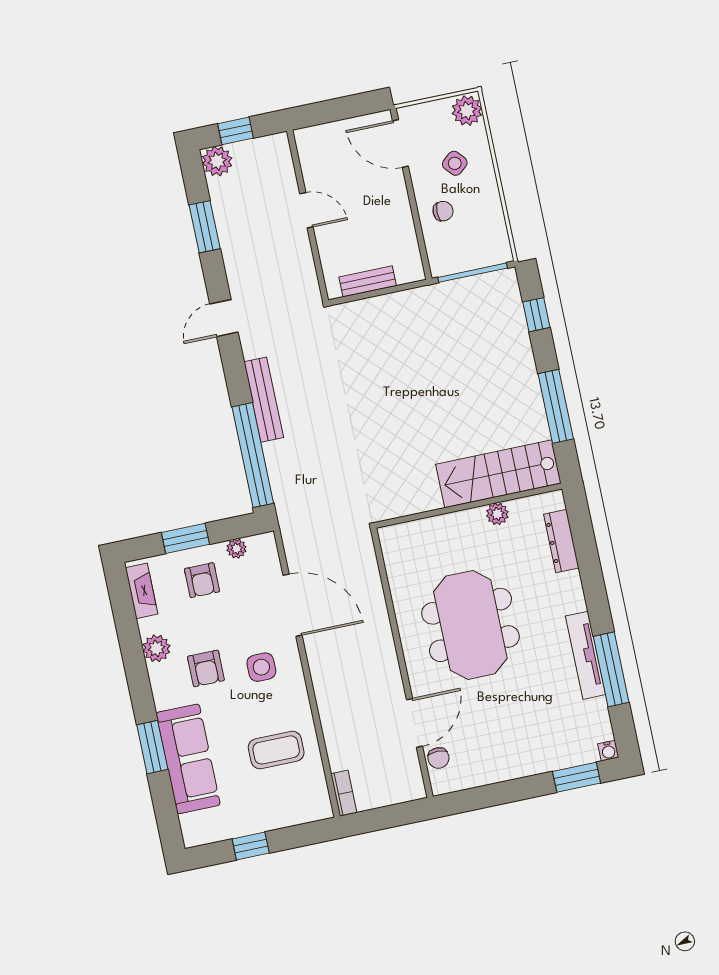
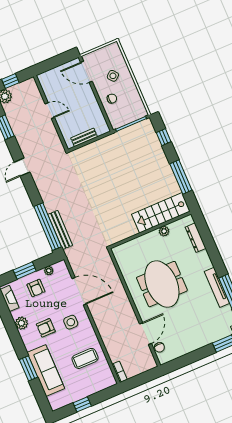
plant: (467, 111) -> (114, 51), removed
bench: (264, 400) -> (60, 230), moved
armchair: (206, 668) -> (46, 328), turned 90

